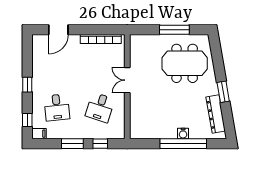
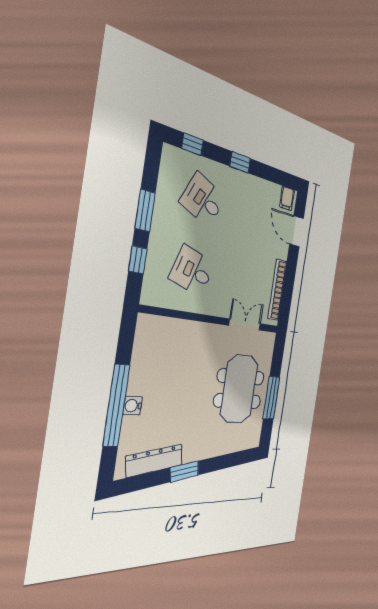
meeting table: (185, 63) -> (239, 389), moved
double door: (127, 80) -> (245, 325), moved
desk: (57, 107) -> (203, 200), turned 30
filing cabinet: (39, 134) -> (287, 198), moved

